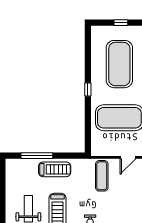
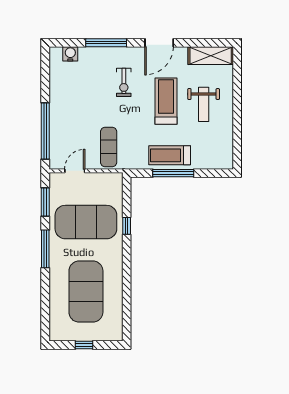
window: (88, 89) -> (127, 226), moved
window: (37, 156) -> (173, 173), moved

